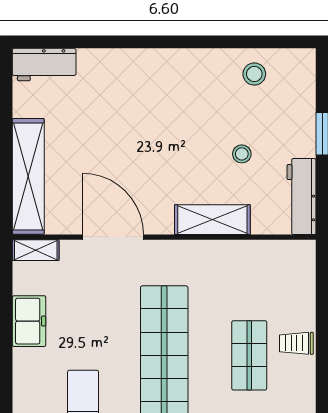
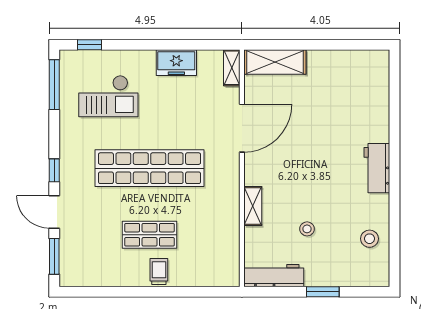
workbench: (44, 65) -> (377, 168), moved
shelving: (28, 176) -> (275, 62), width x0.68
shelving: (212, 220) -> (253, 206), width x0.67, depth x0.75

